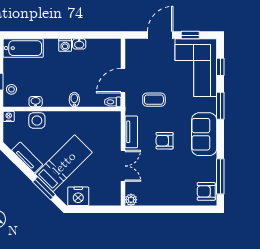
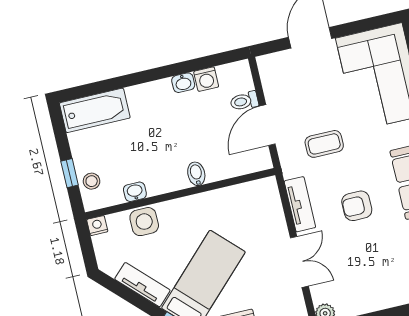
window: (190, 35) -> (358, 27), removed
washing machine: (65, 45) -> (206, 79), moved
toilet: (113, 102) -> (244, 101), moved

